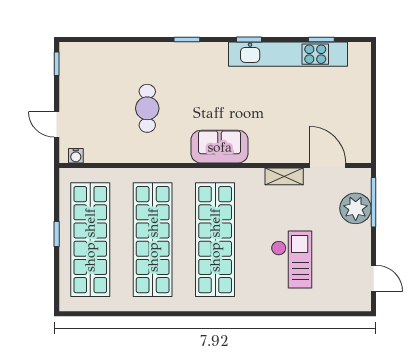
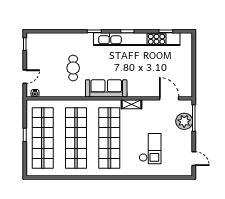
kitchen unit: (288, 54) -> (137, 39), width x1.36
door: (57, 124) -> (25, 77), swing flipped
sofa: (220, 147) -> (106, 88), width x1.36
shelving: (284, 176) -> (131, 104), moved

